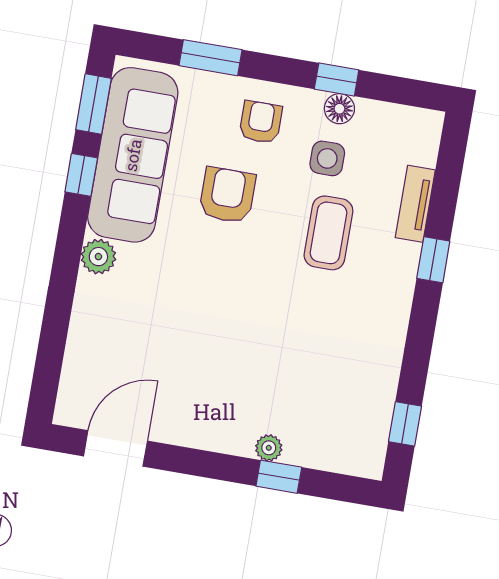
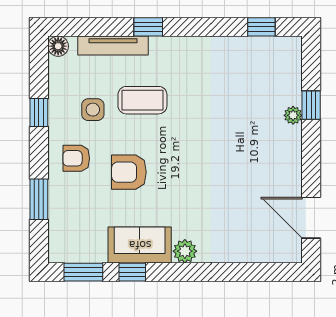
floor lamp: (339, 109) -> (58, 46), moved
sofa: (133, 155) -> (140, 245), width x0.54, depth x0.79
tv unit: (415, 204) -> (113, 46), width x1.41

